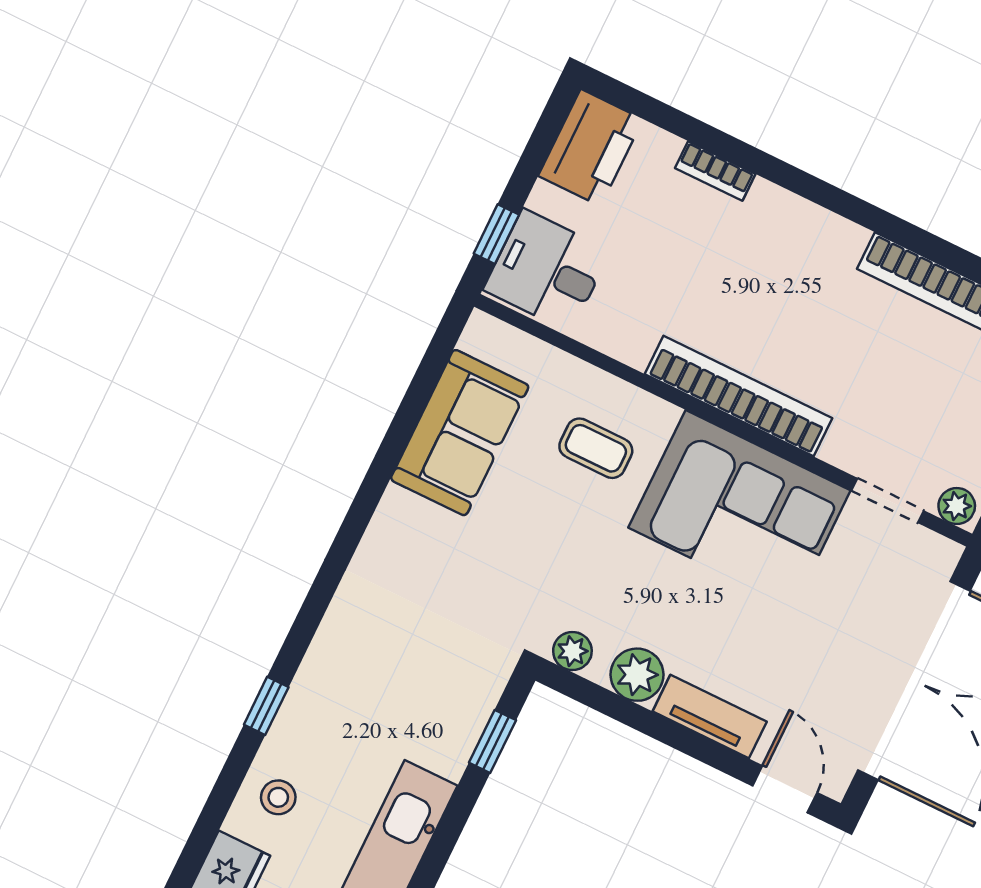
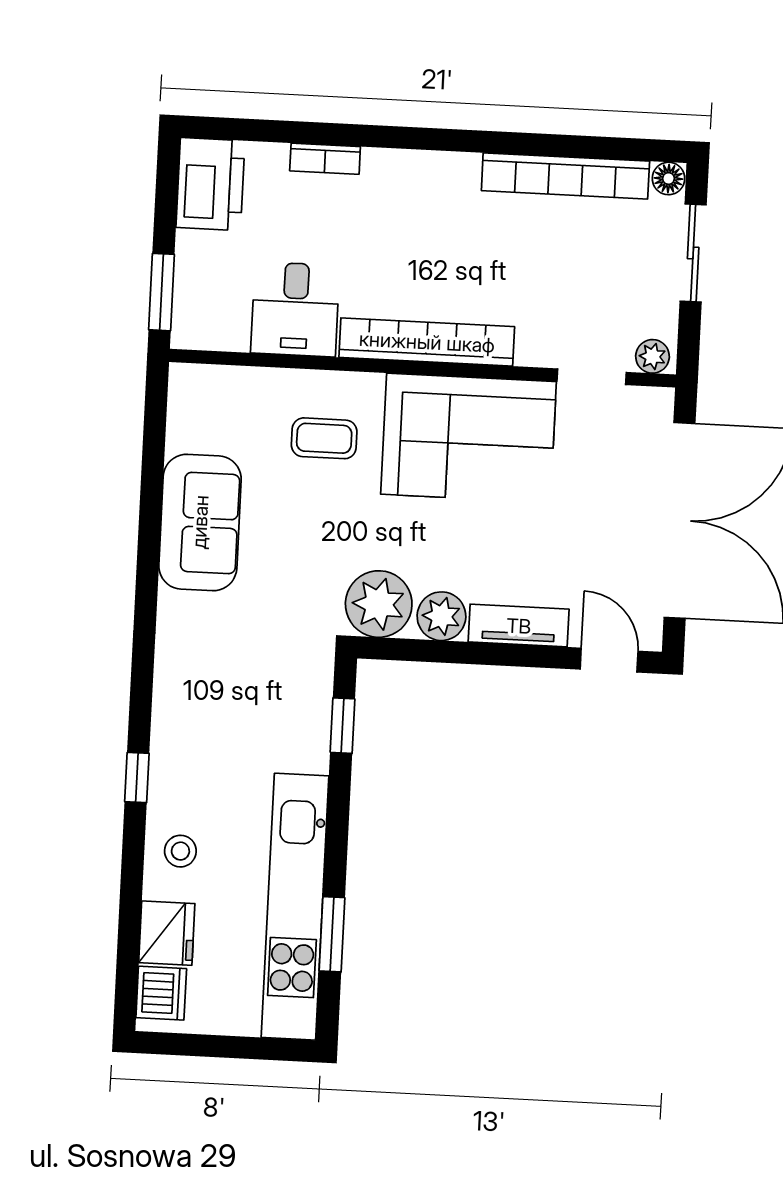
window: (496, 234) -> (162, 292), width x1.50
desk: (547, 270) -> (295, 309), moved, turned -90
sofa: (460, 433) -> (200, 522), moved
plant: (572, 651) -> (379, 604), width x1.88, depth x1.88

